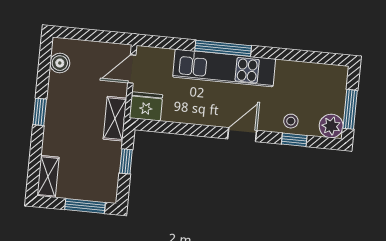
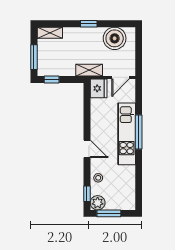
boiler: (60, 63) -> (115, 38), width x1.86, depth x1.86
door: (132, 69) -> (120, 77), swing flipped
window: (294, 140) -> (87, 194), moved
window: (126, 161) -> (52, 79), moved

